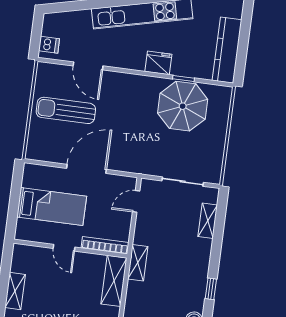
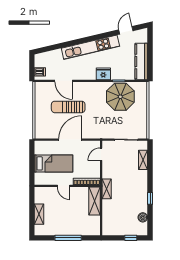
sun lounger: (66, 110) -> (68, 107), moved

